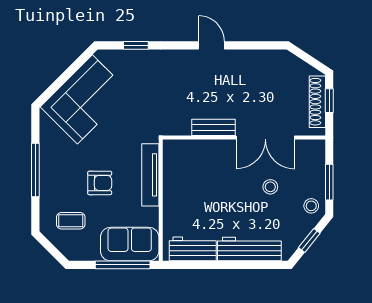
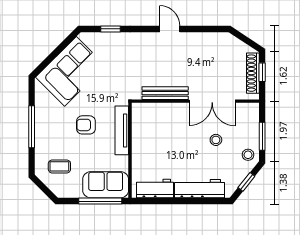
bench: (213, 127) -> (165, 93), width x1.36
armchair: (100, 183) -> (86, 125), moved, turned 180

